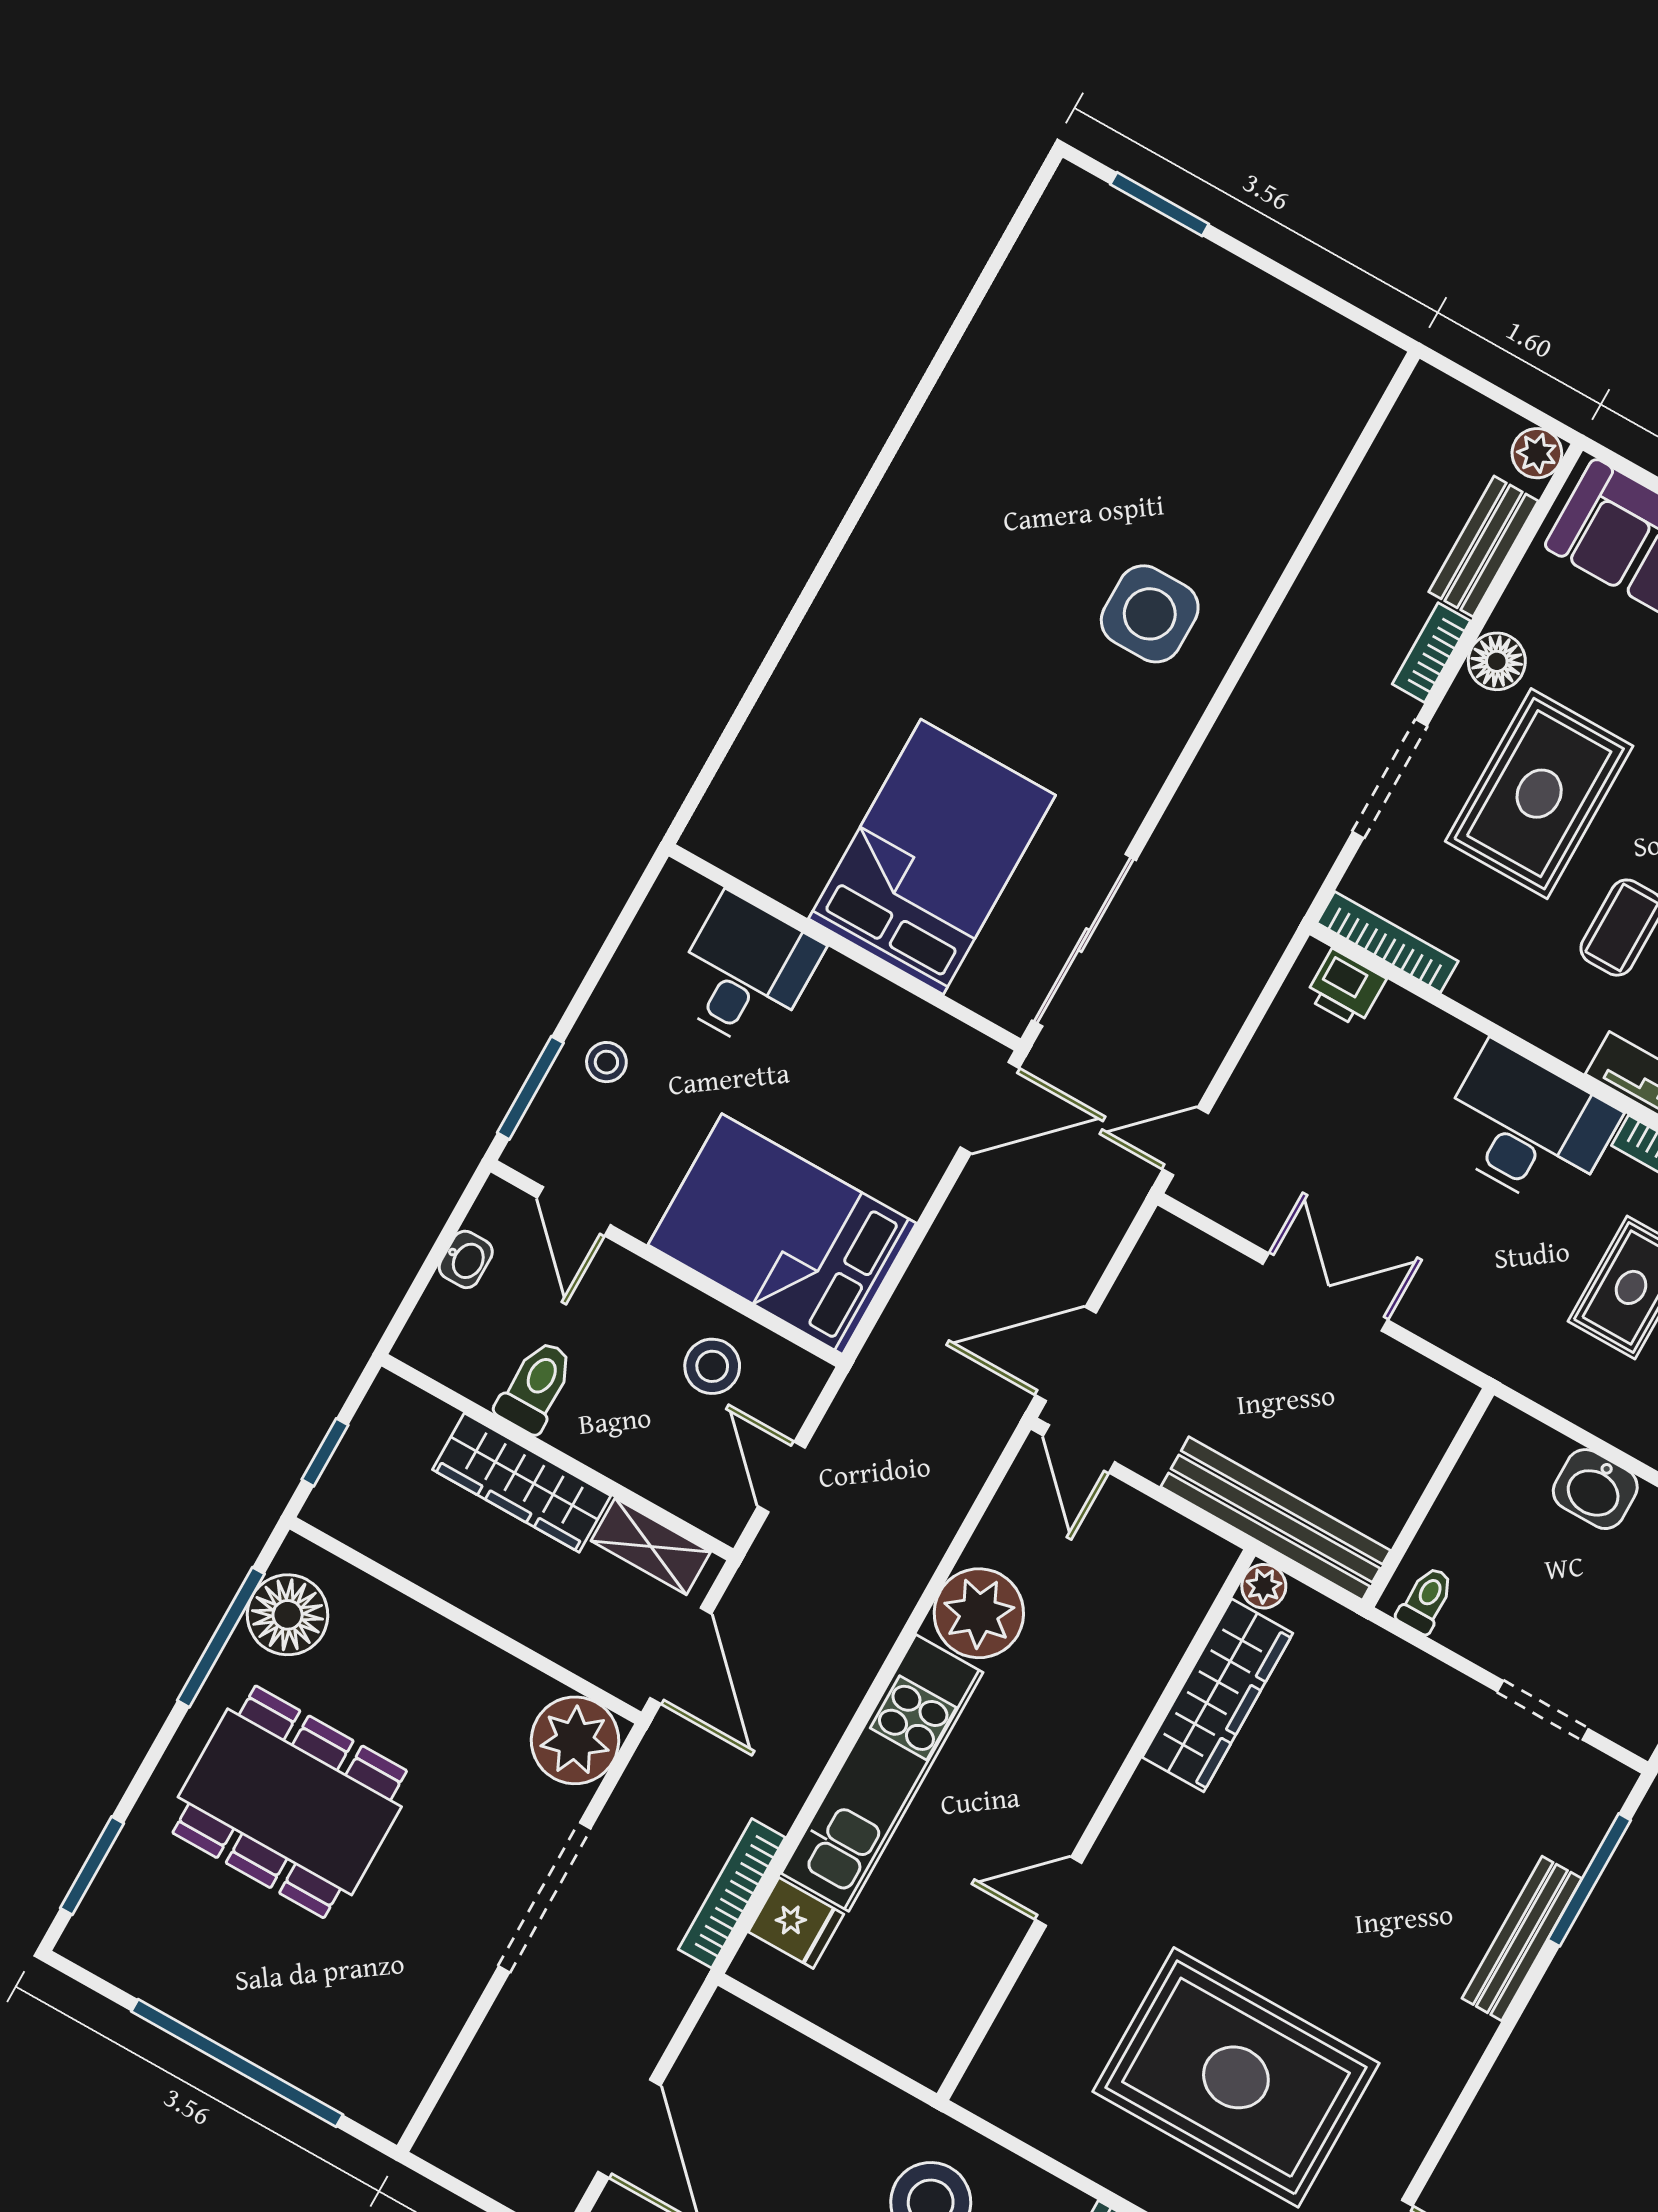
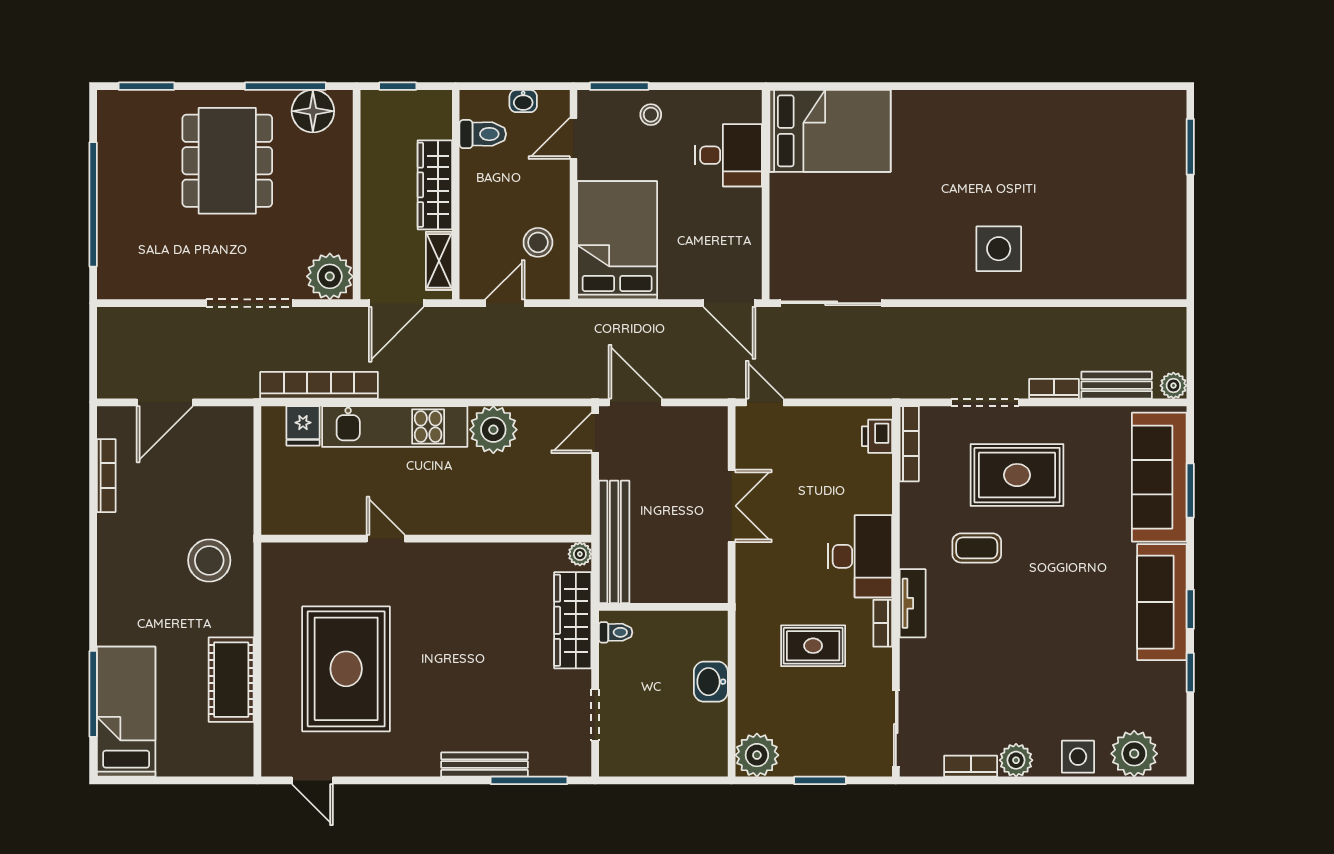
floor lamp: (1497, 661) -> (1067, 421), removed
bed: (932, 857) -> (830, 131), moved
toilet: (536, 1386) -> (483, 134), moved
wardrobe: (1218, 1695) -> (573, 620), moved, turned 90
bookcase: (732, 1893) -> (319, 385), width x1.48, depth x1.31

